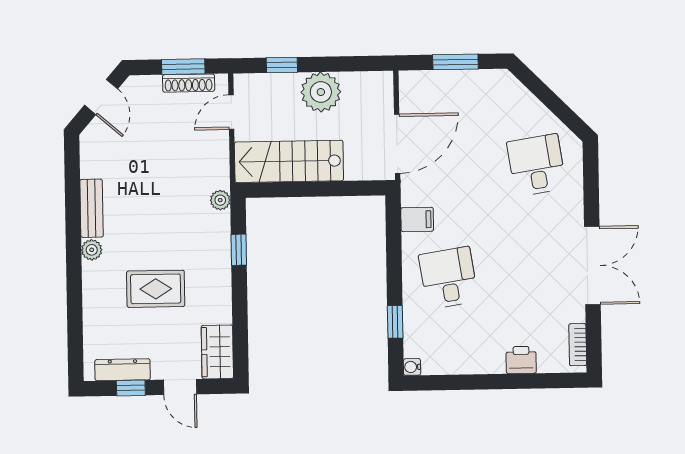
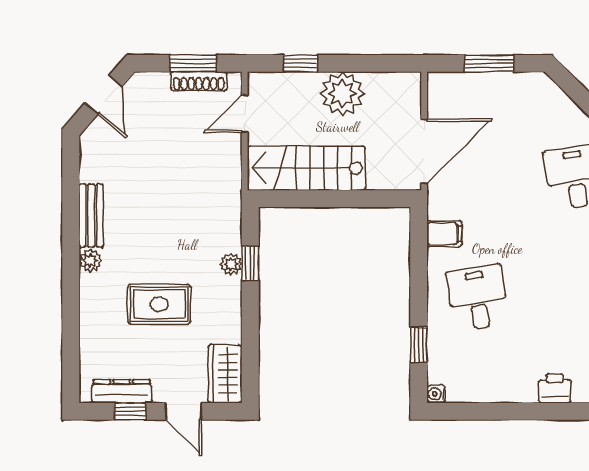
plant: (220, 200) -> (231, 264), moved

